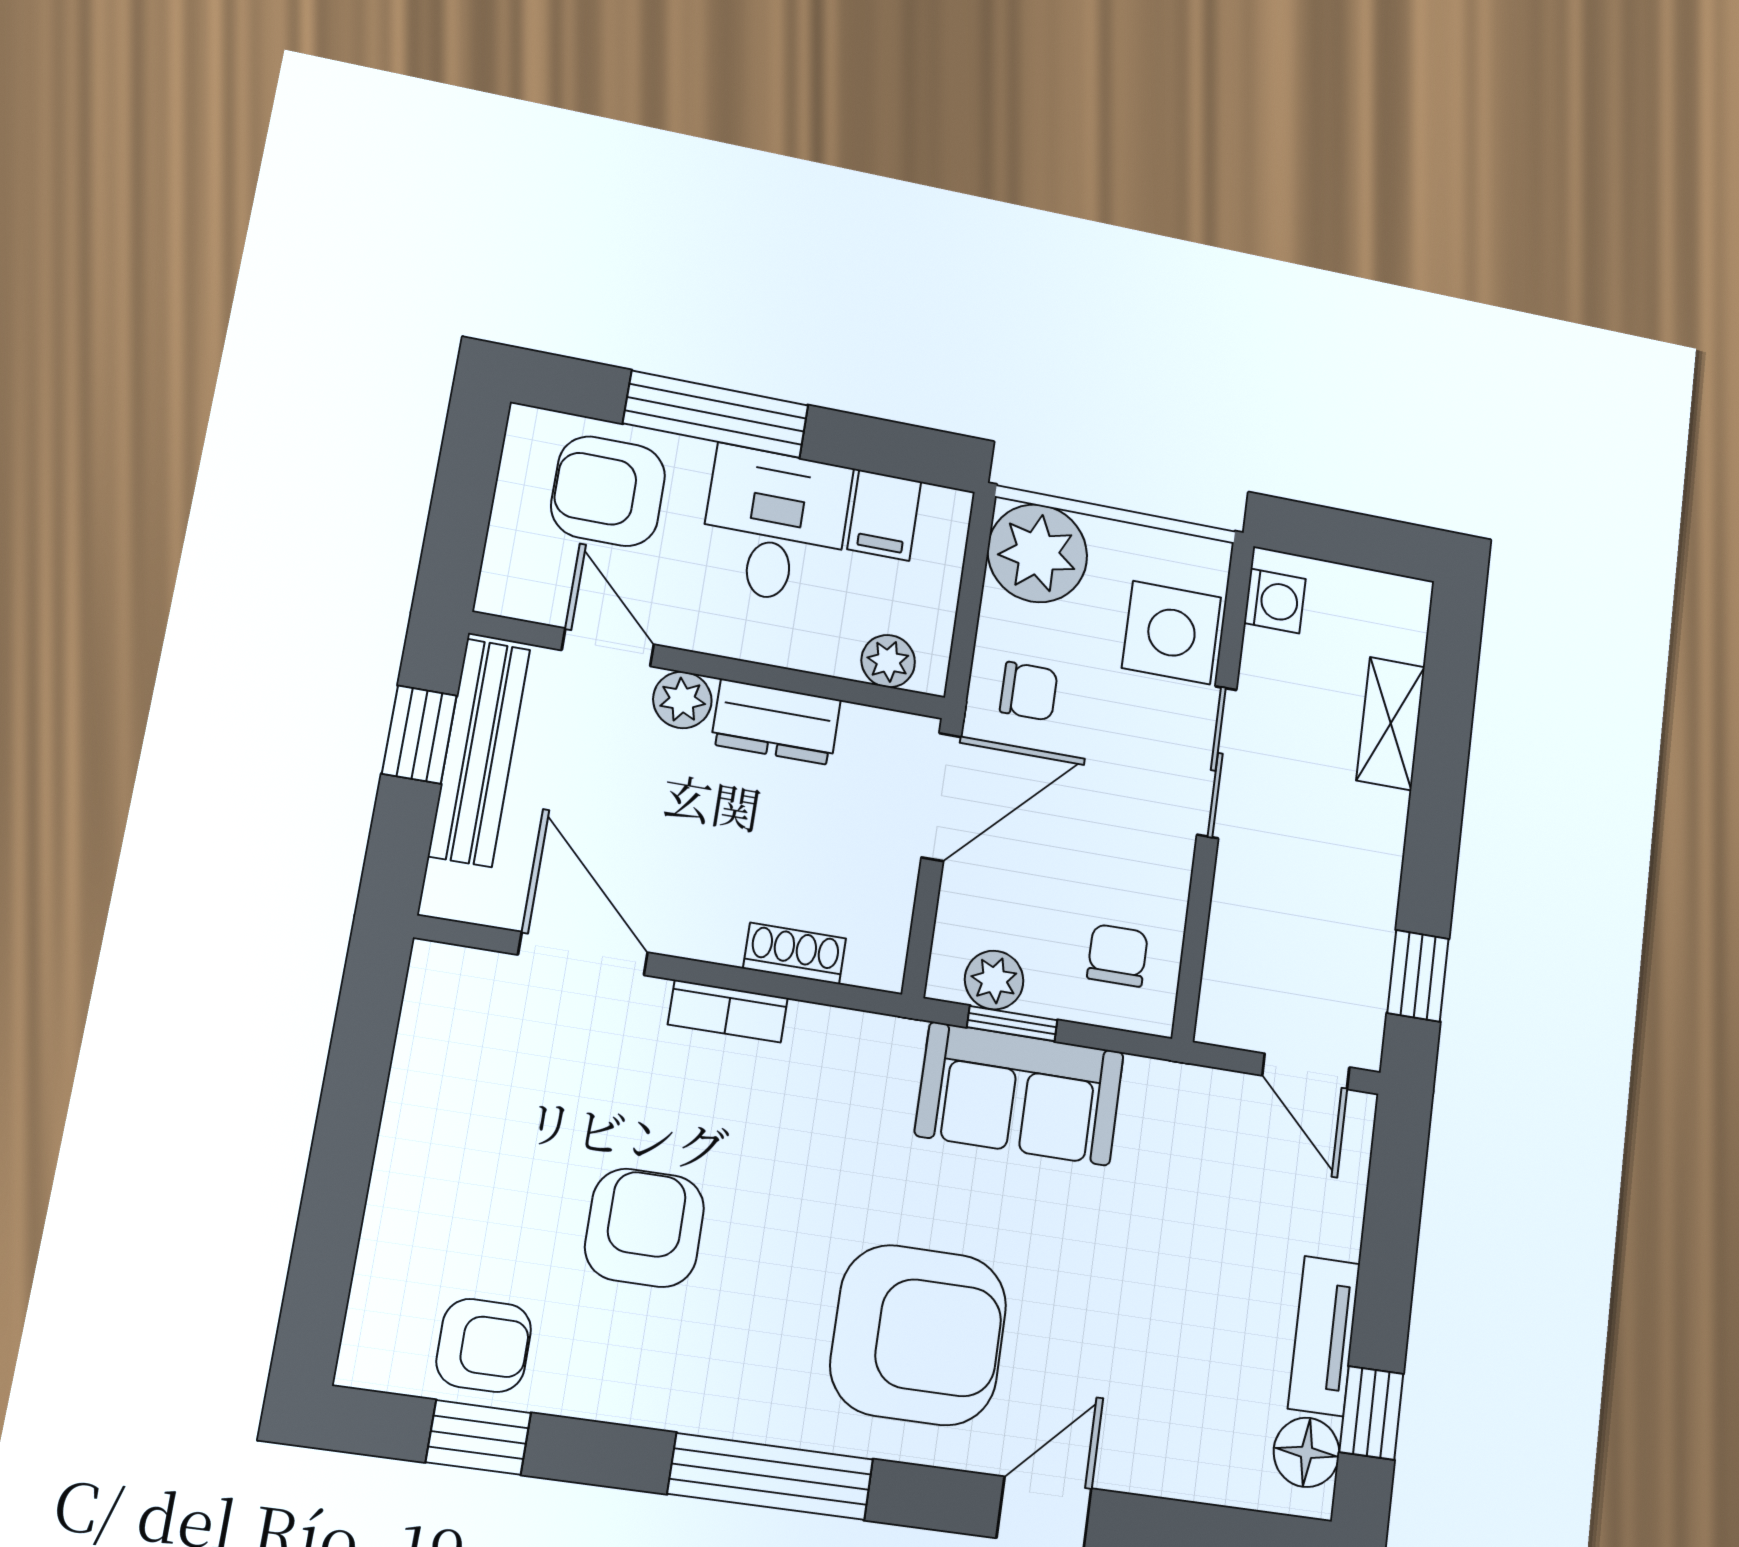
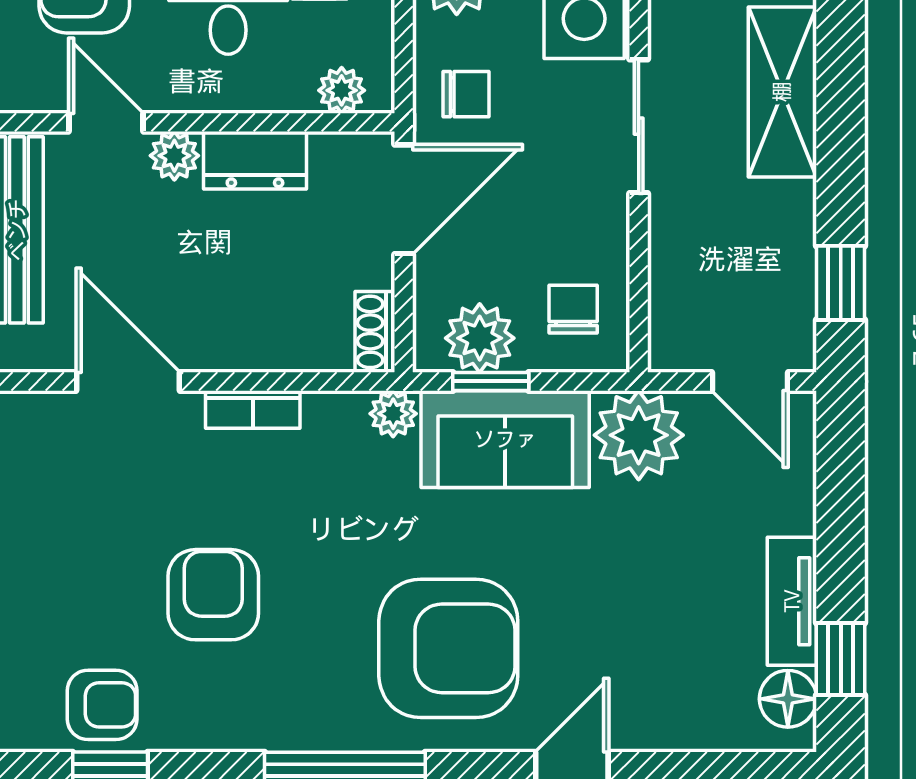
shelving: (1391, 723) -> (782, 92), width x1.50, depth x1.33
shoe rack: (795, 953) -> (375, 332), moved, turned -90
plant: (994, 980) -> (480, 338), width x1.38, depth x1.38
plant: (893, 1043) -> (393, 414), added
plant: (1173, 1113) -> (639, 435), added

